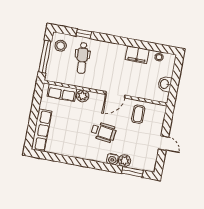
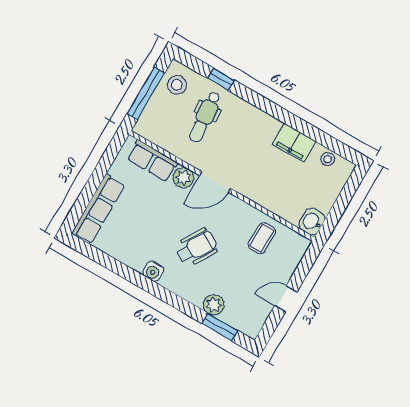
washbasin: (165, 84) -> (312, 222), moved
door: (115, 95) -> (215, 182), moved
wheelchair: (104, 132) -> (196, 247), turned -66
door: (163, 143) -> (286, 299), swing flipped
water cooler: (112, 159) -> (153, 271), moved

